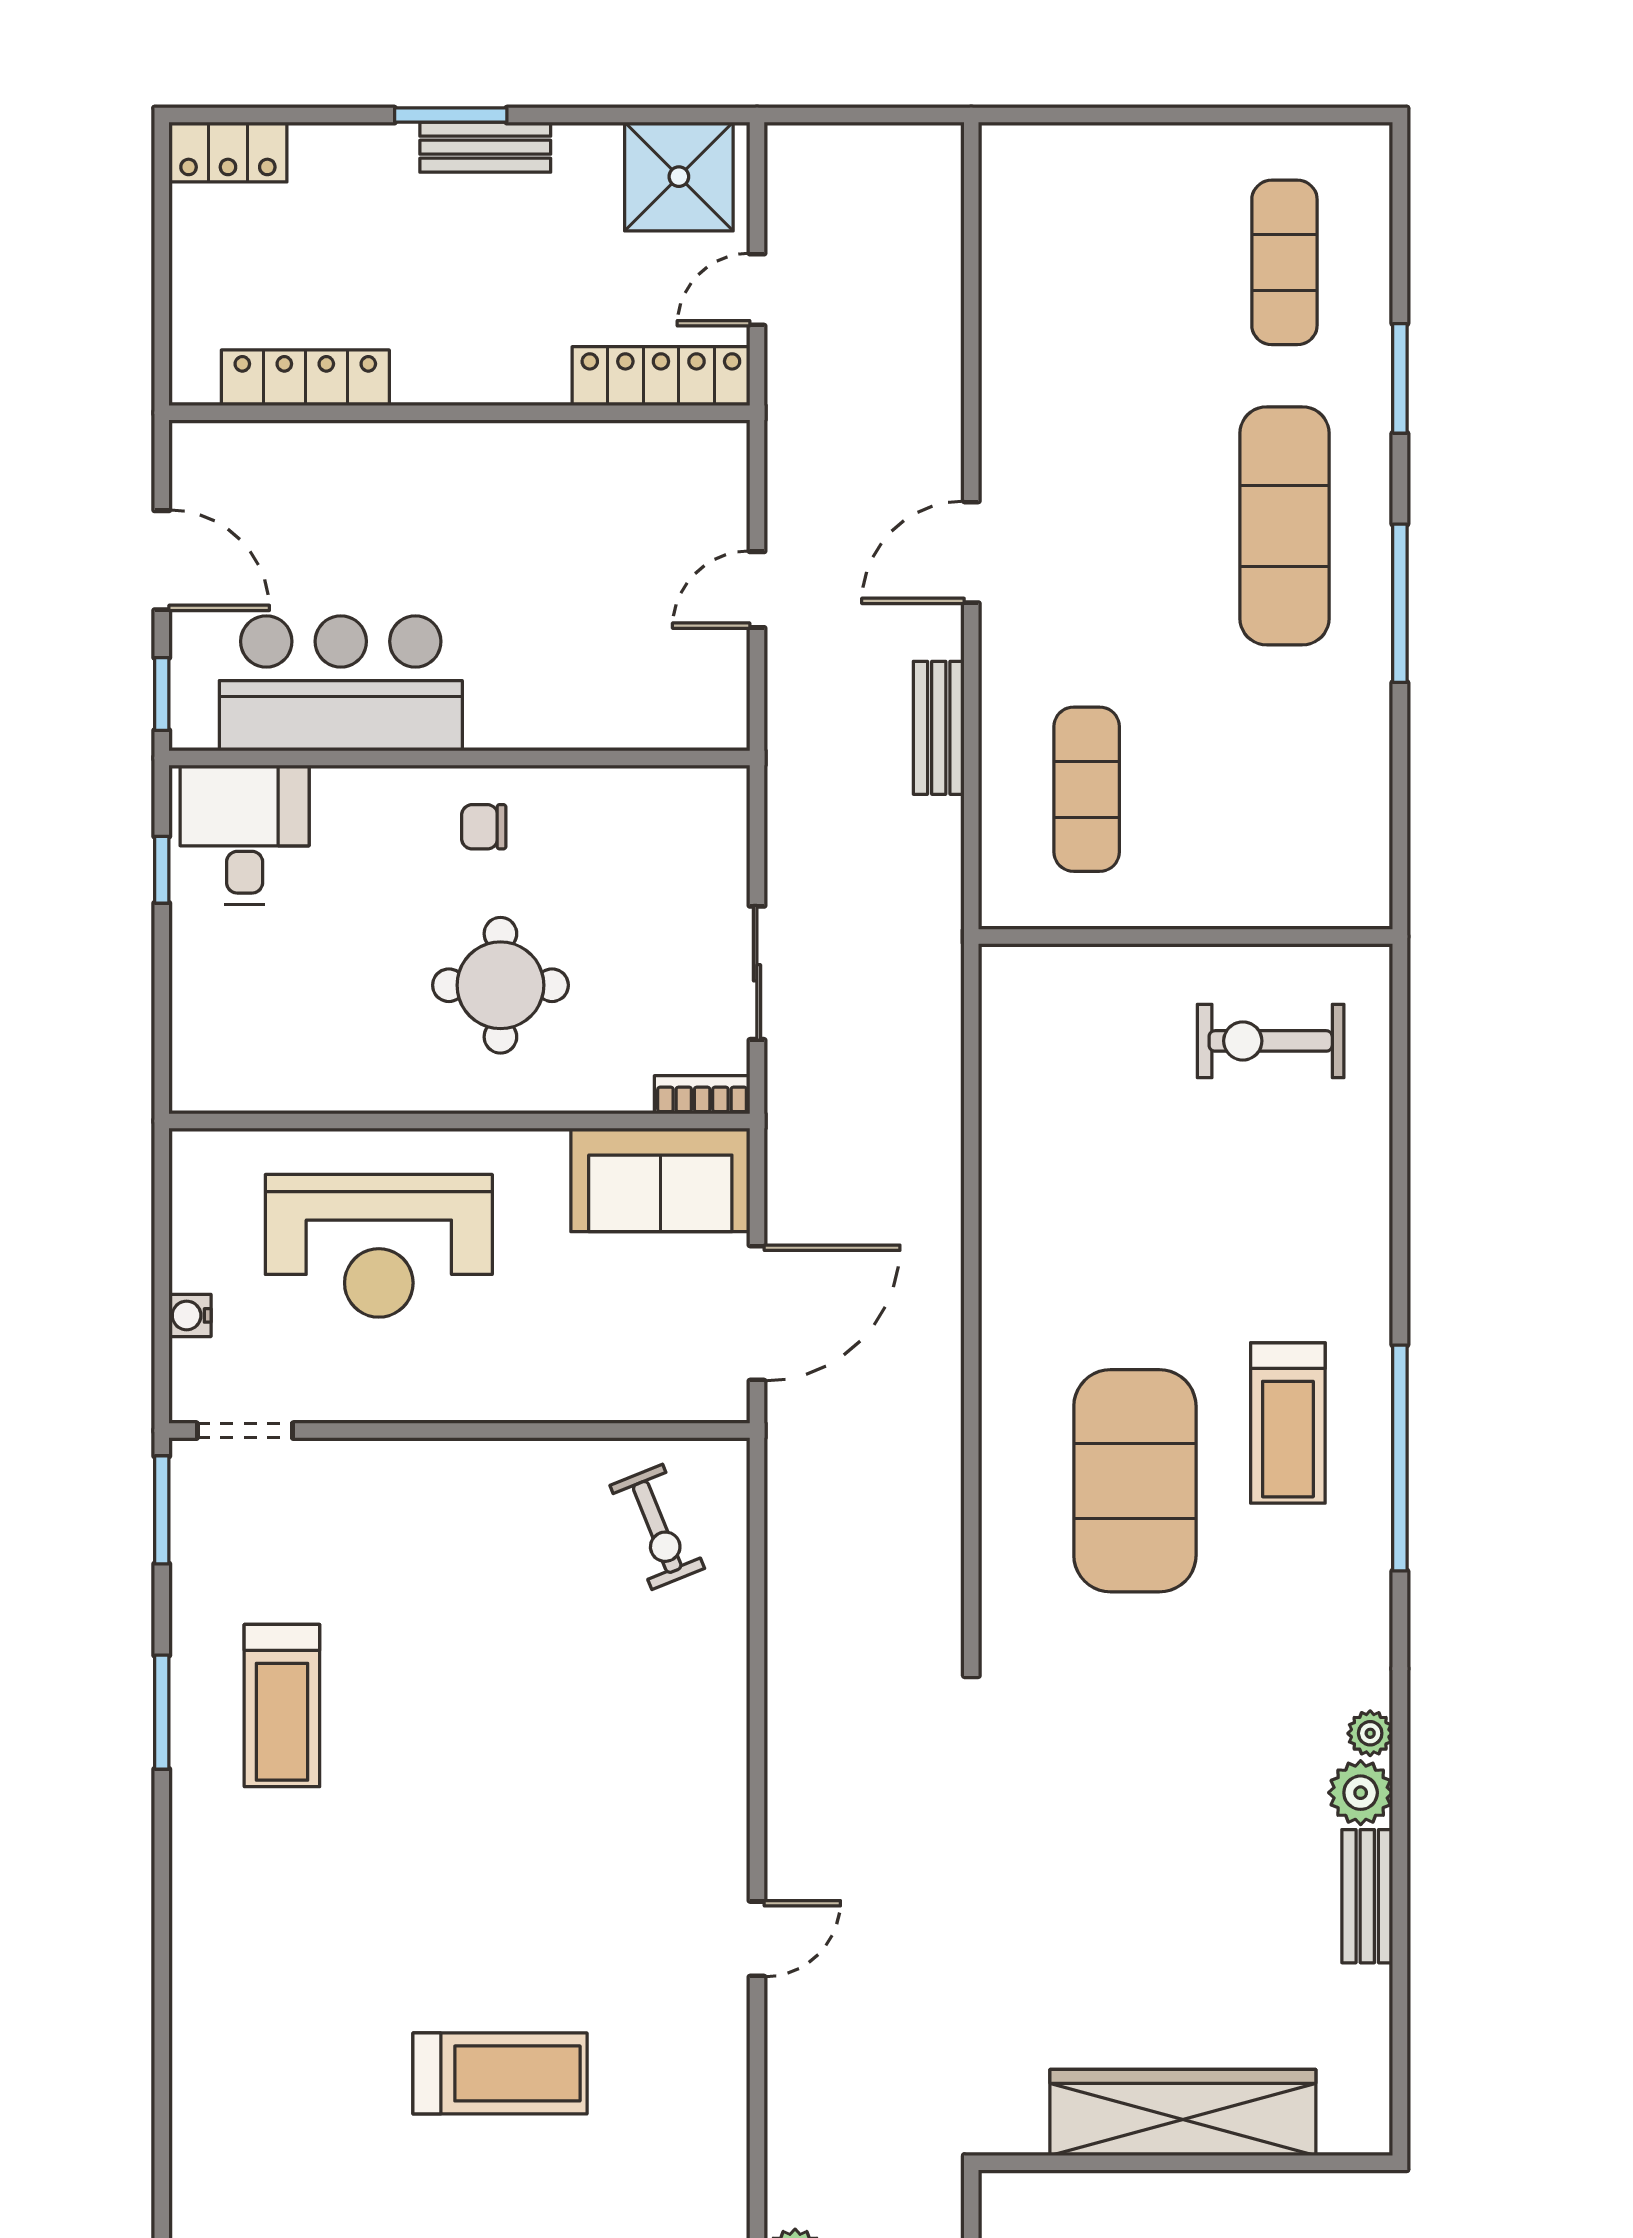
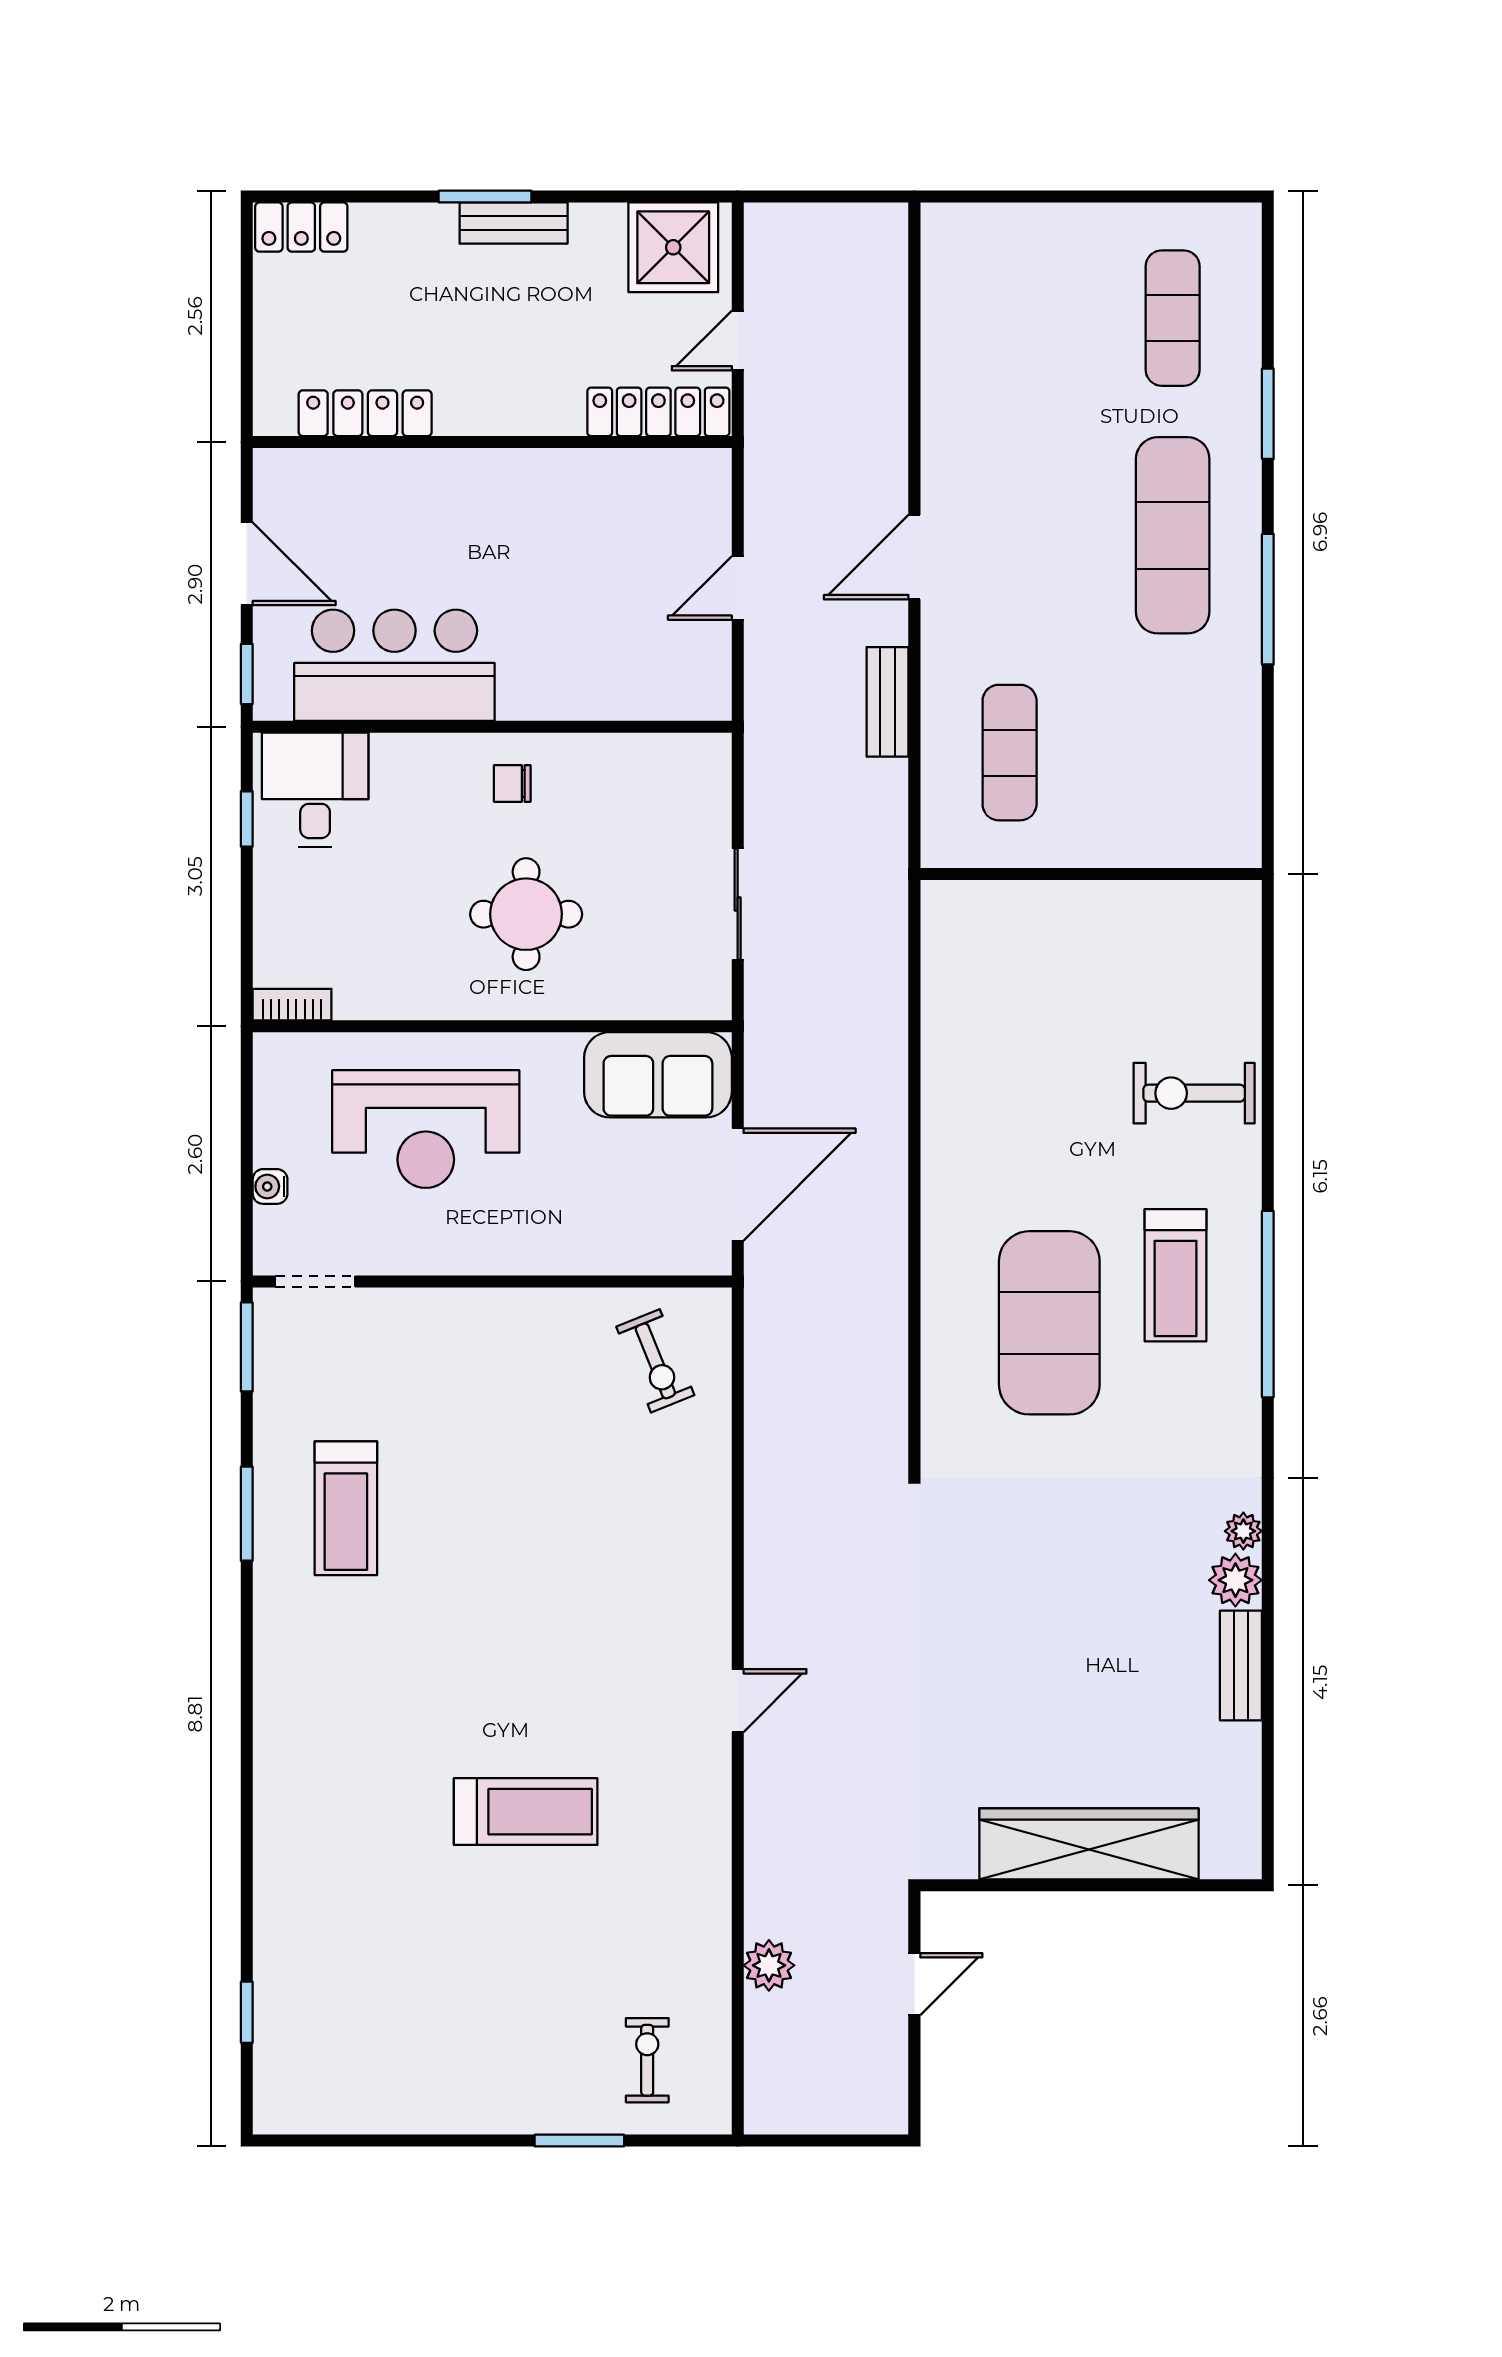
exercise bike: (1271, 1041) -> (1194, 1093), moved
bookcase: (702, 1095) -> (292, 1005), moved

